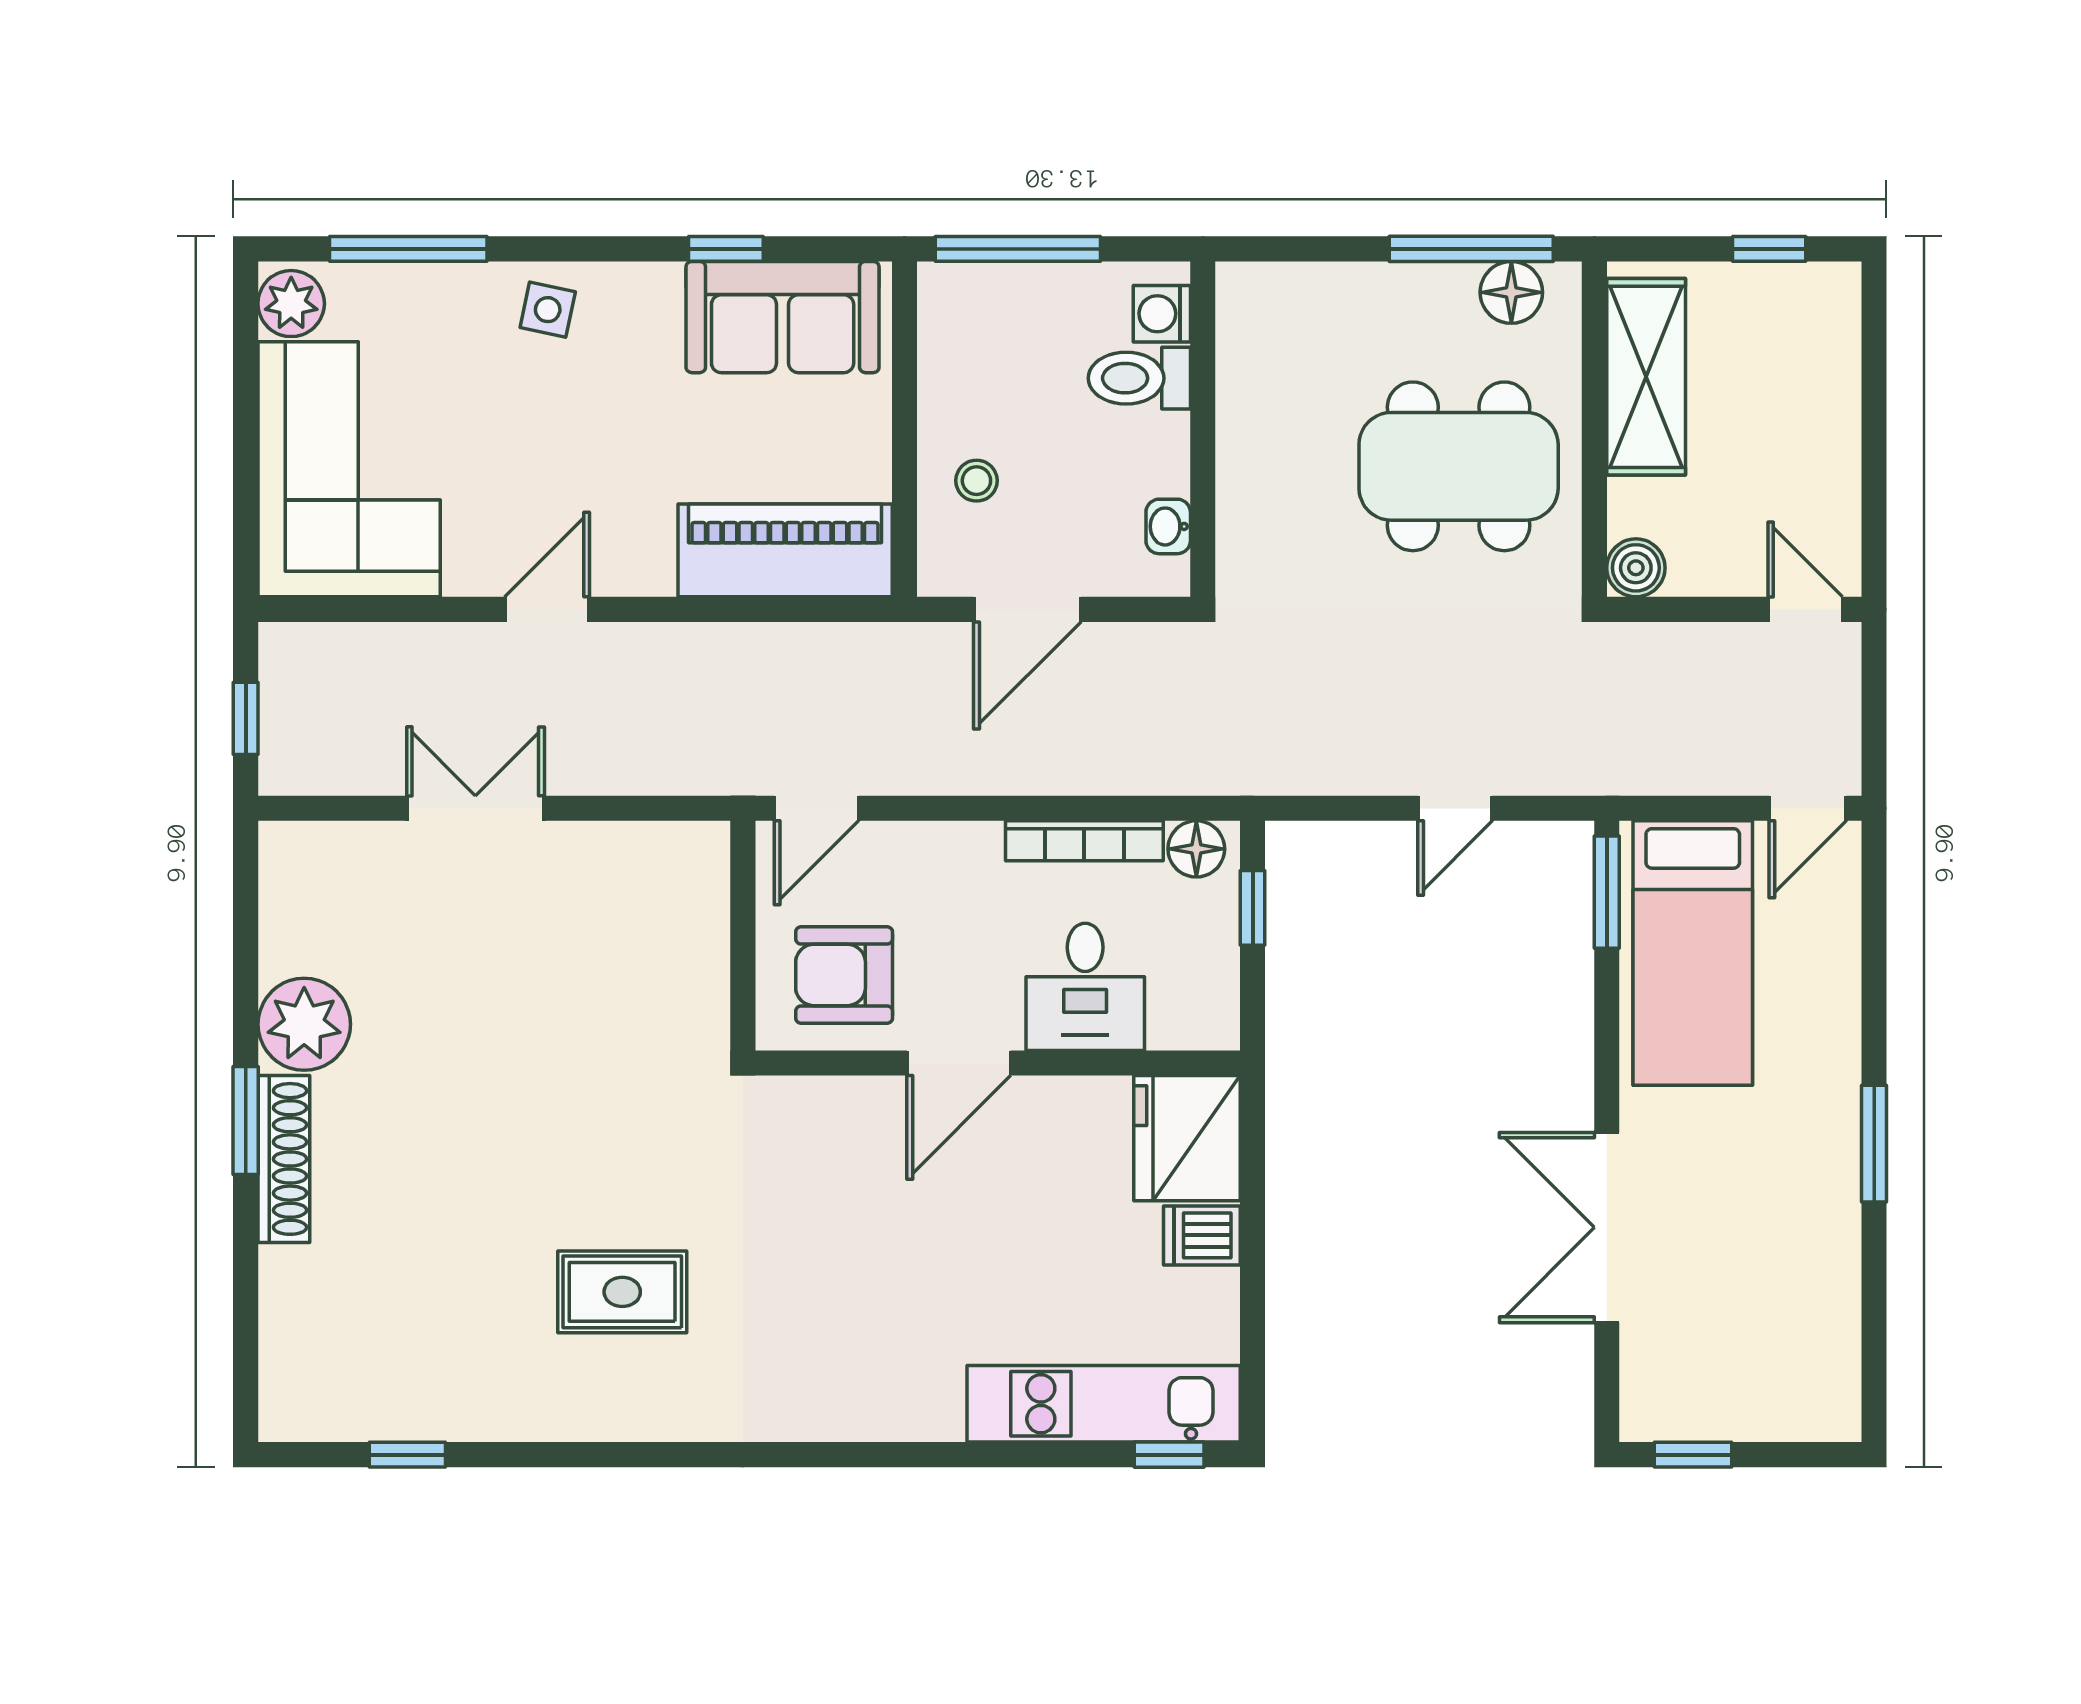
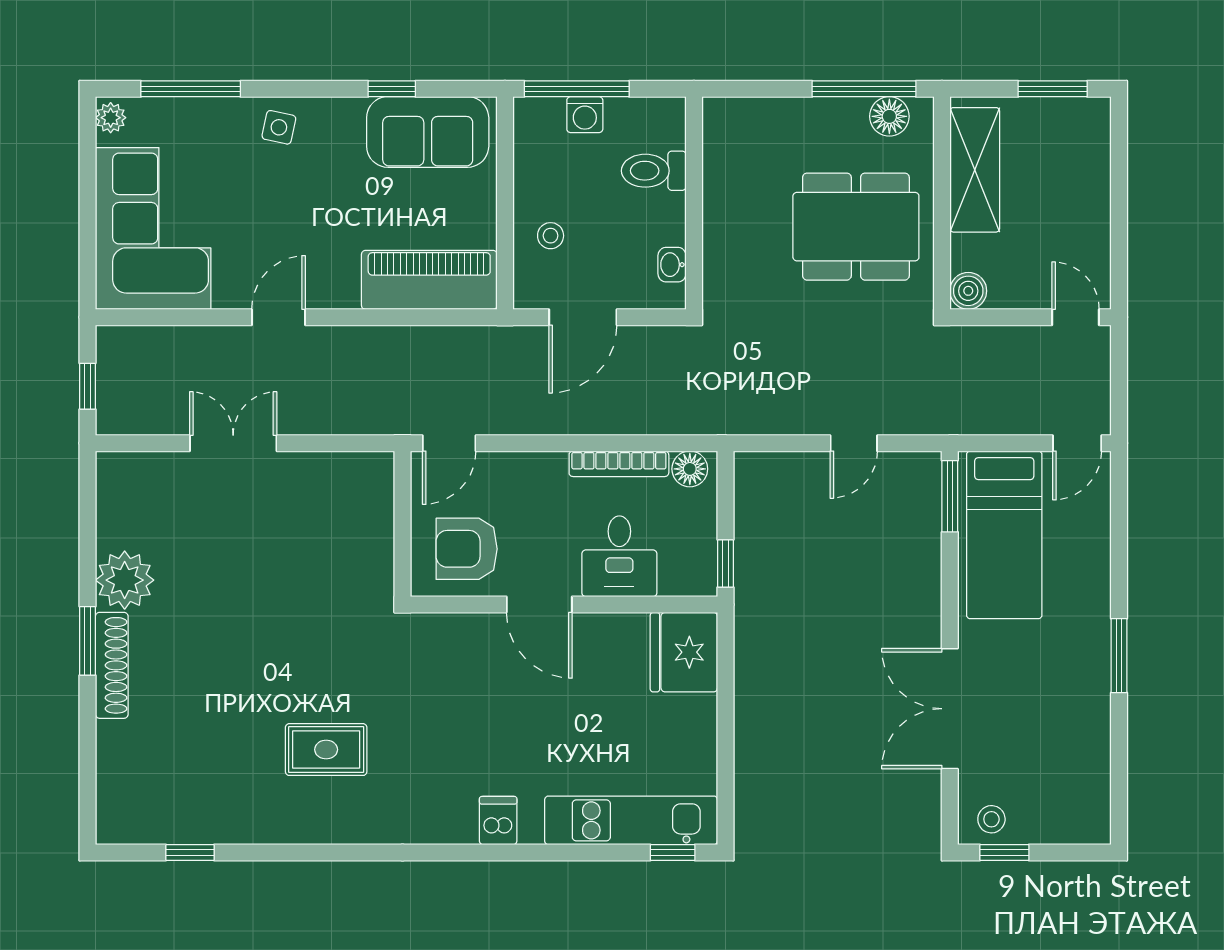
window: (1769, 249) -> (1053, 89), width x1.50
plant: (291, 304) -> (111, 118), width x0.73, depth x0.73
washing machine: (1162, 314) -> (585, 115), moved, turned -90
window: (1253, 908) -> (725, 564), moved
door: (959, 1063) -> (539, 605), hinge flipped
dishwasher: (1202, 1235) -> (498, 821), moved, turned 90
stool: (1672, 1402) -> (991, 819), added

